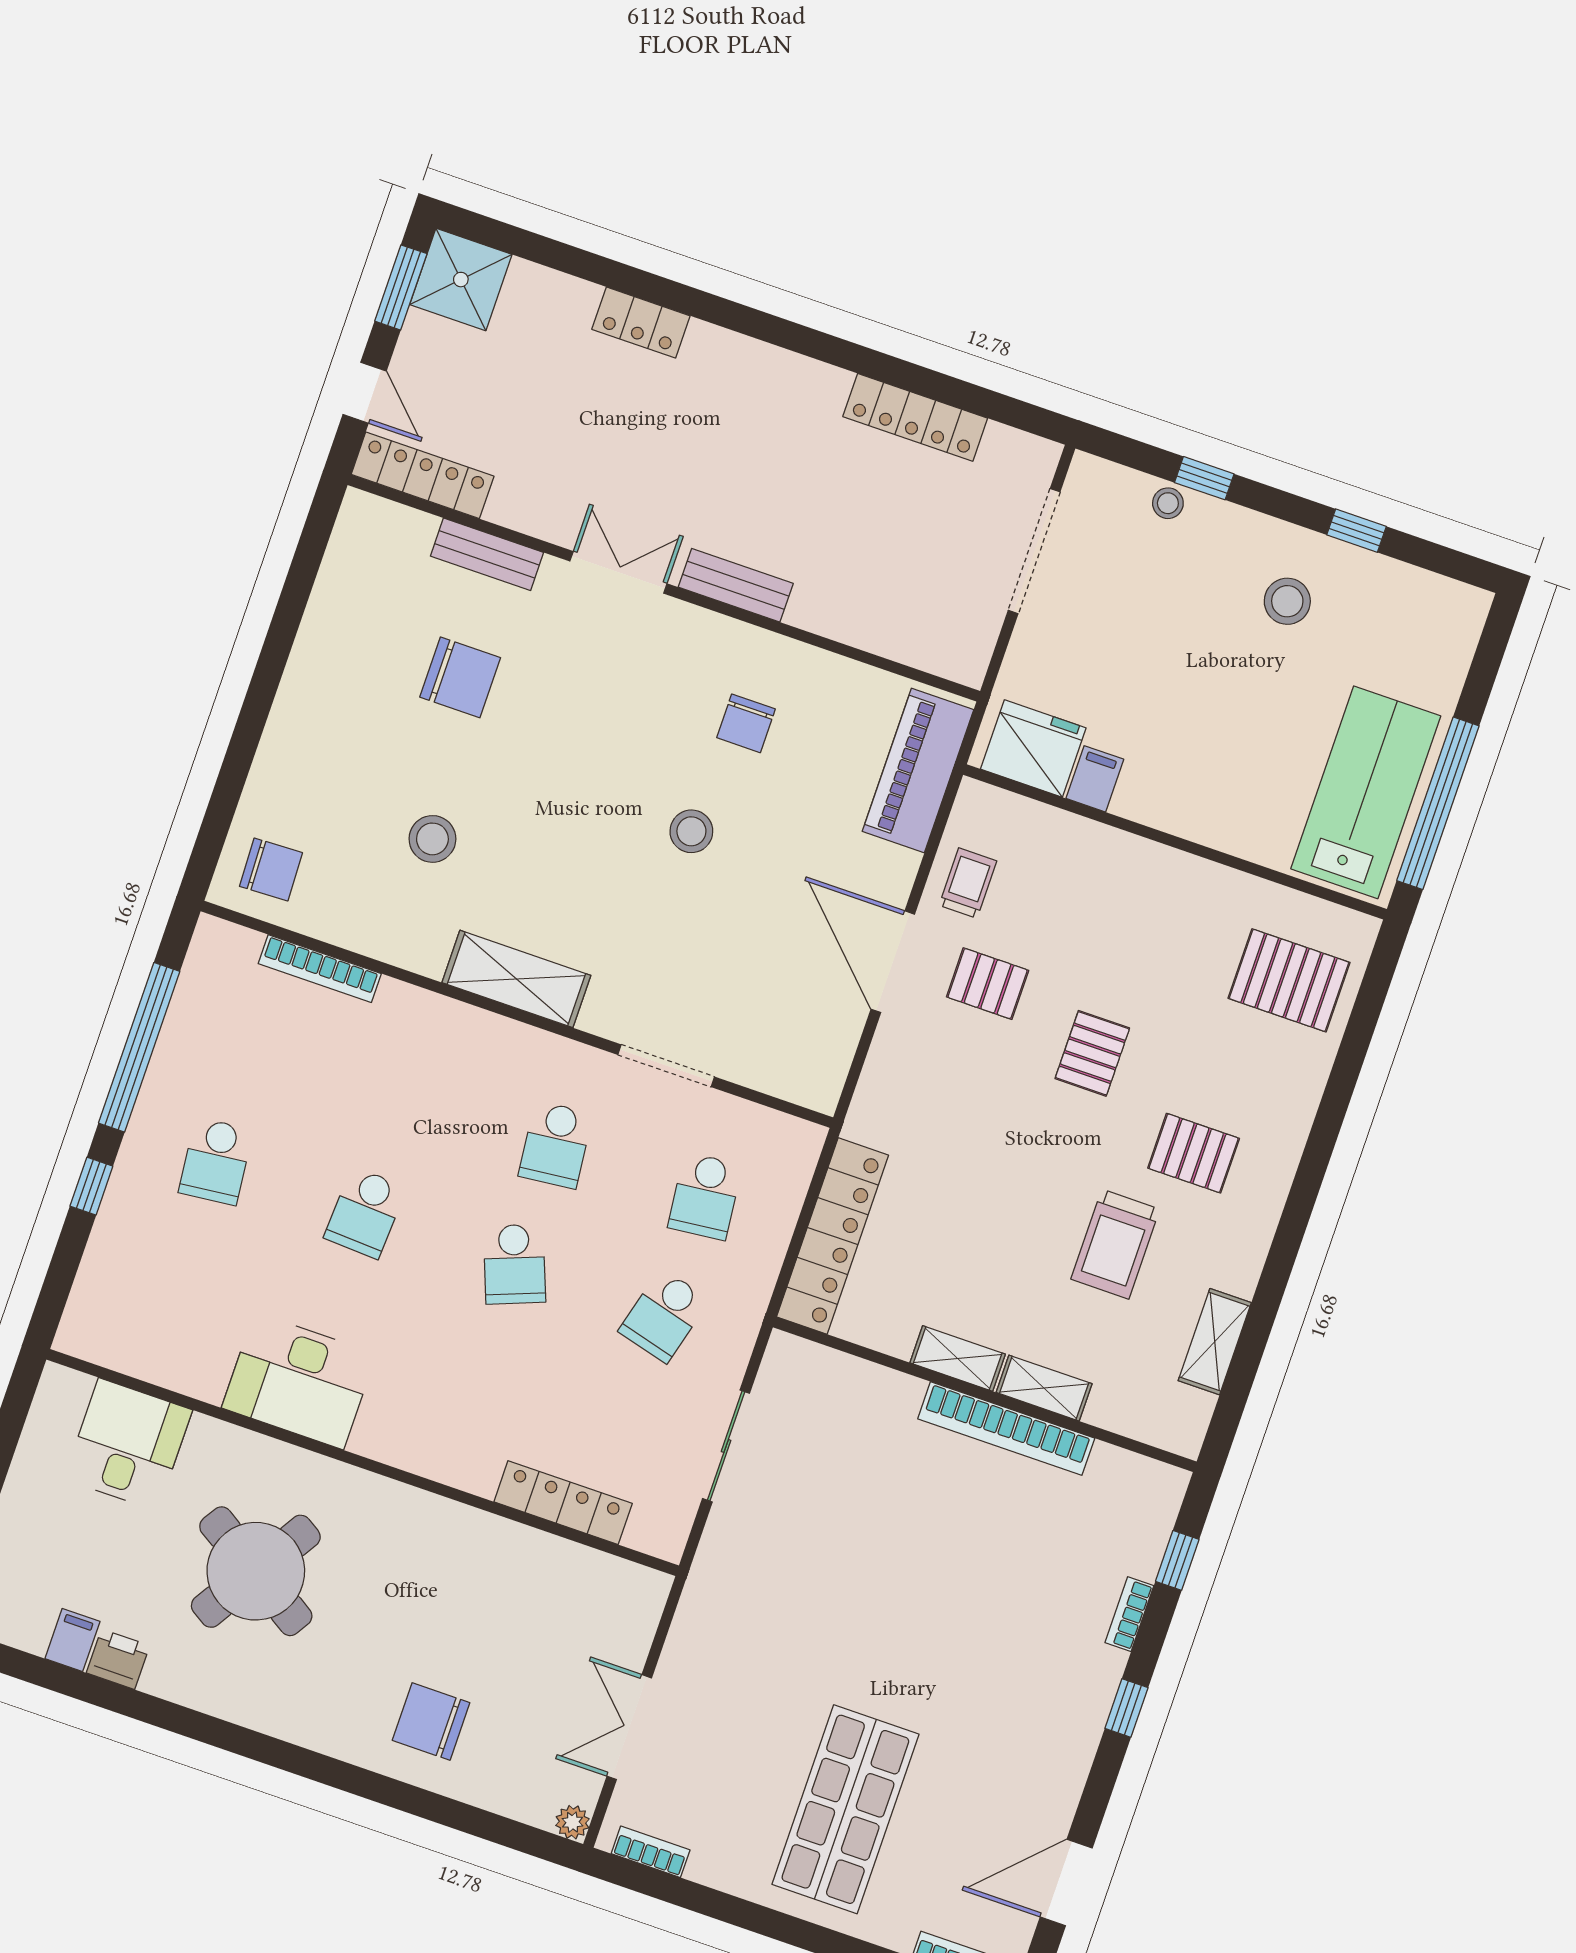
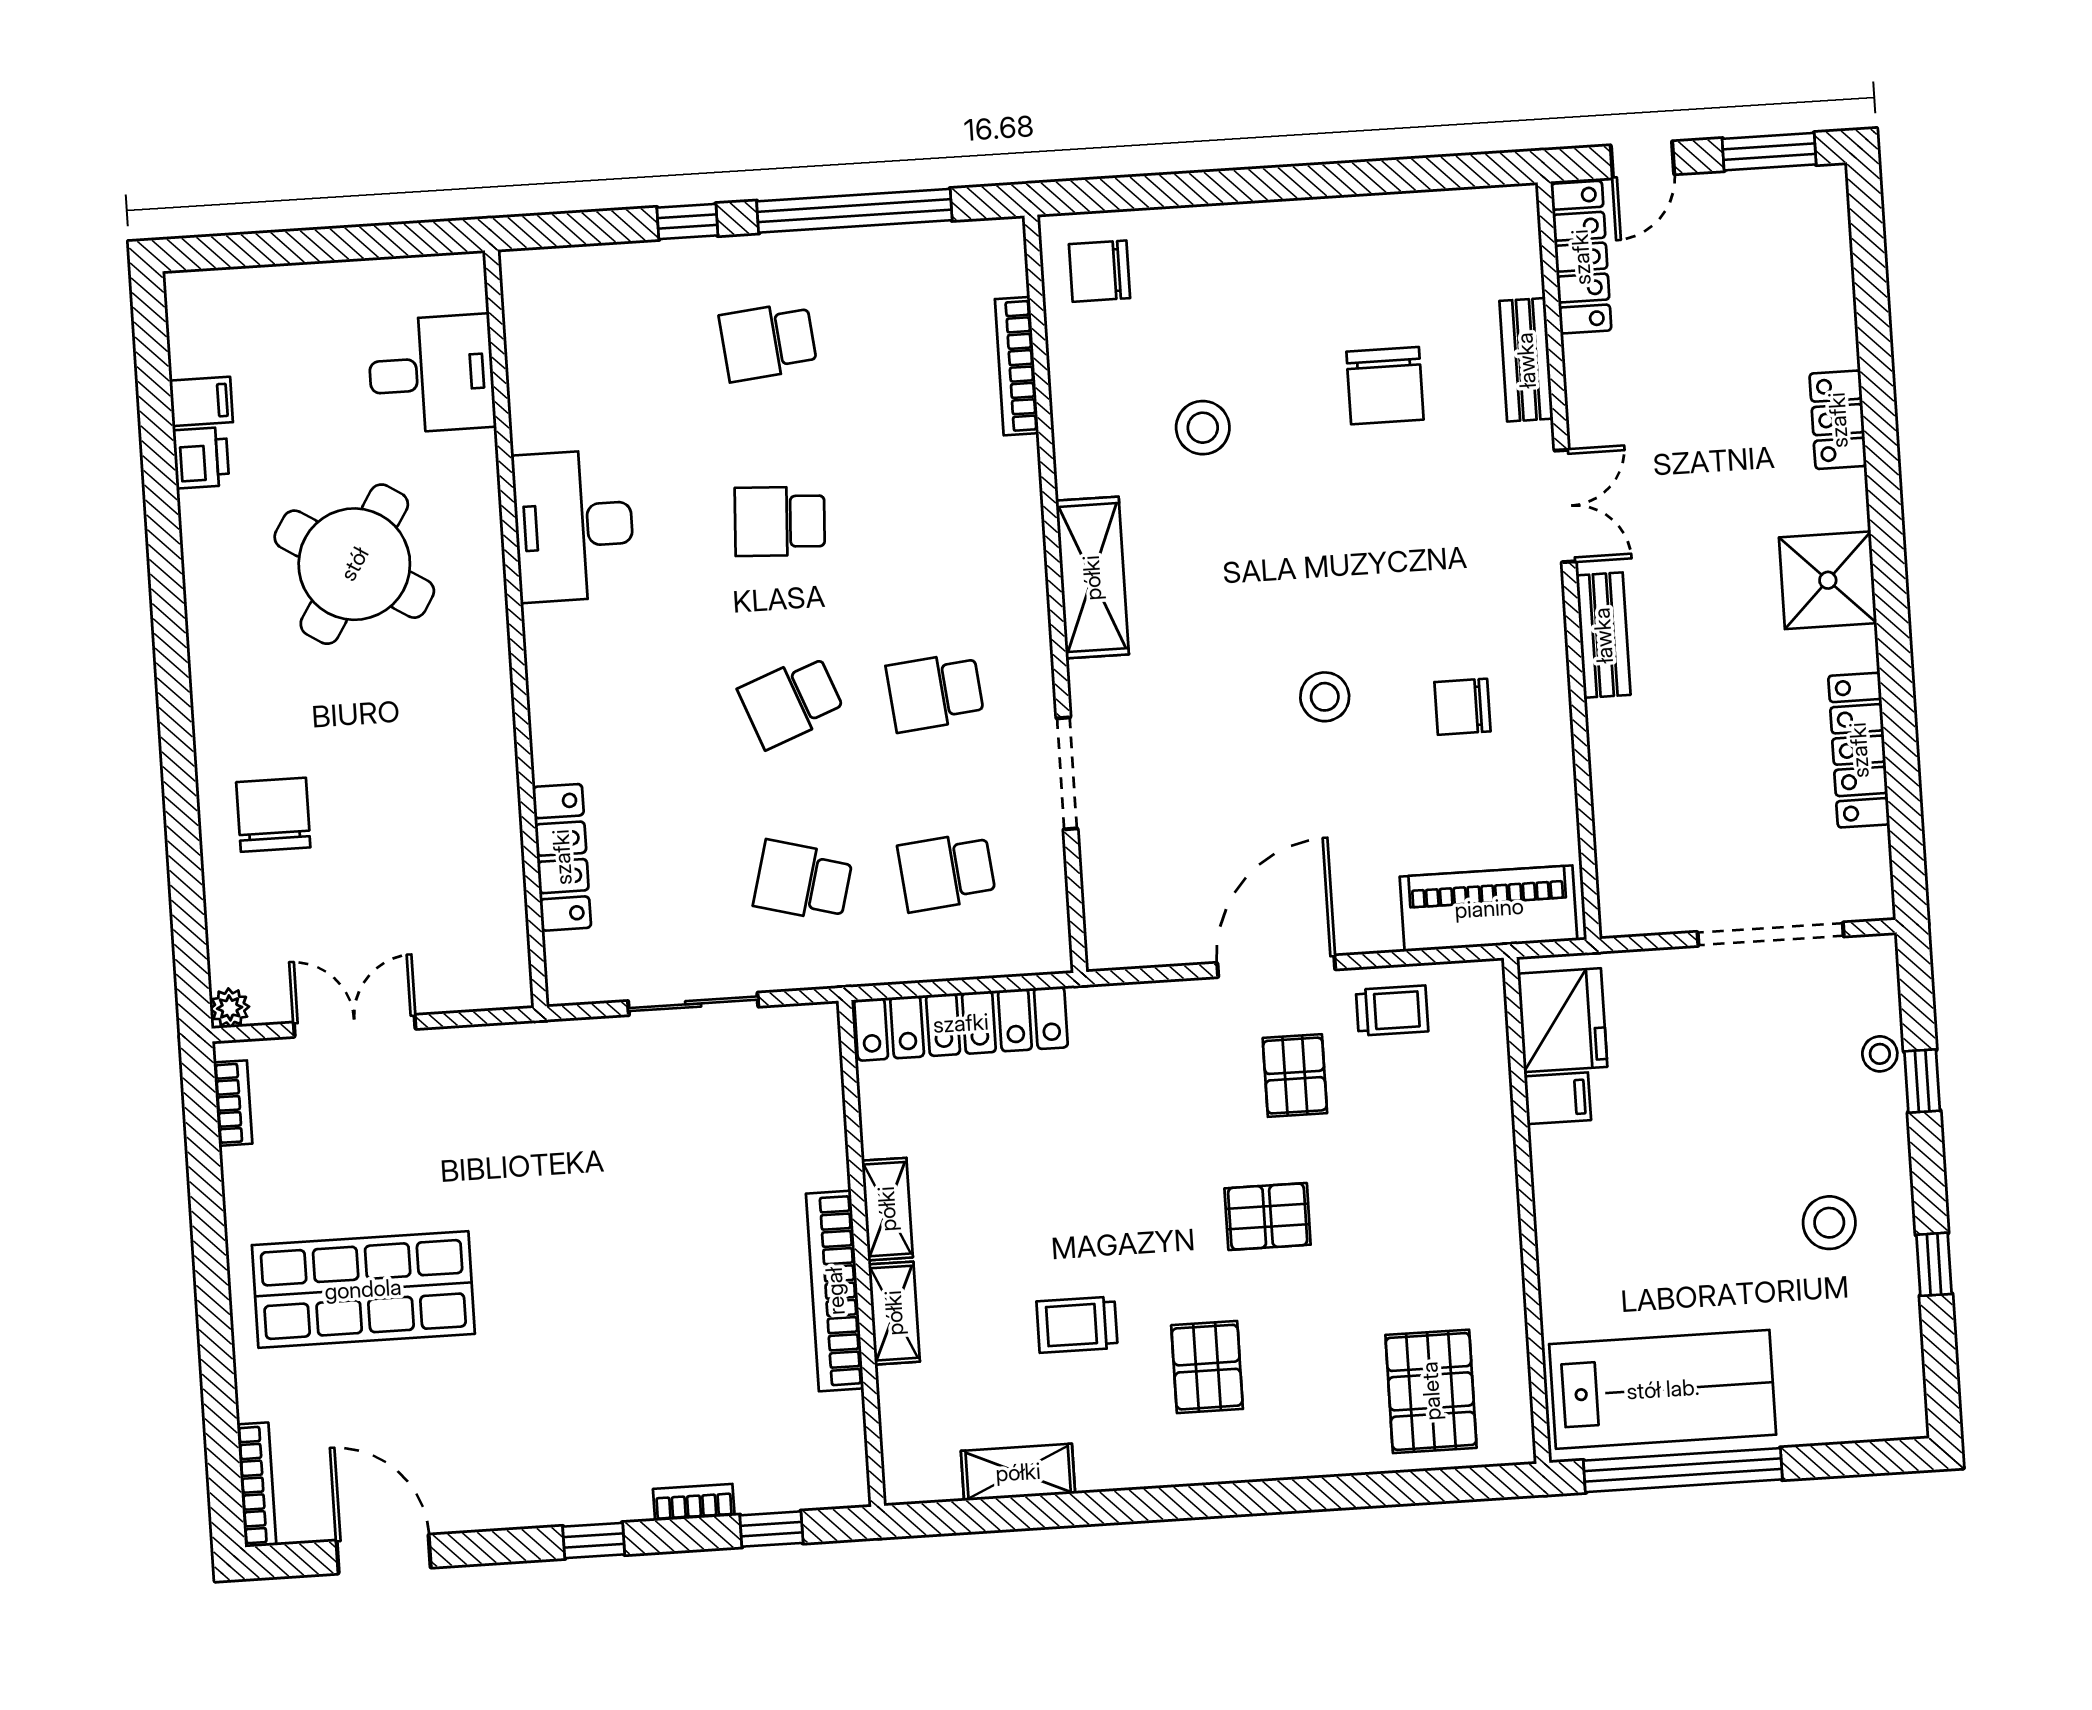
shower: (461, 280) -> (1828, 580), moved
chair: (271, 870) -> (1099, 271), turned 92
trolley: (1115, 1244) -> (1077, 1325), width x0.73, depth x0.72

